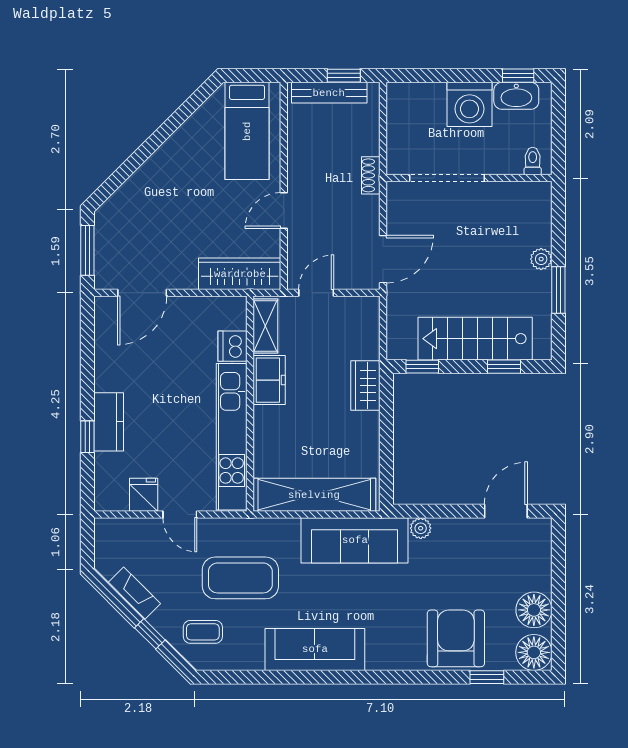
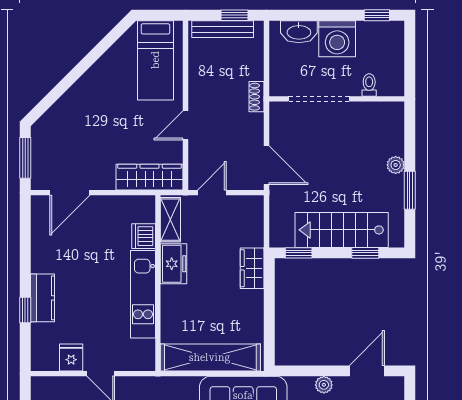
washbasin: (516, 96) -> (299, 32), moved
toilet: (533, 161) -> (369, 85), moved
door: (383, 259) -> (266, 165), hinge flipped
kitchen unit: (232, 437) -> (143, 294), width x0.73
plant: (421, 528) -> (324, 385), moved

